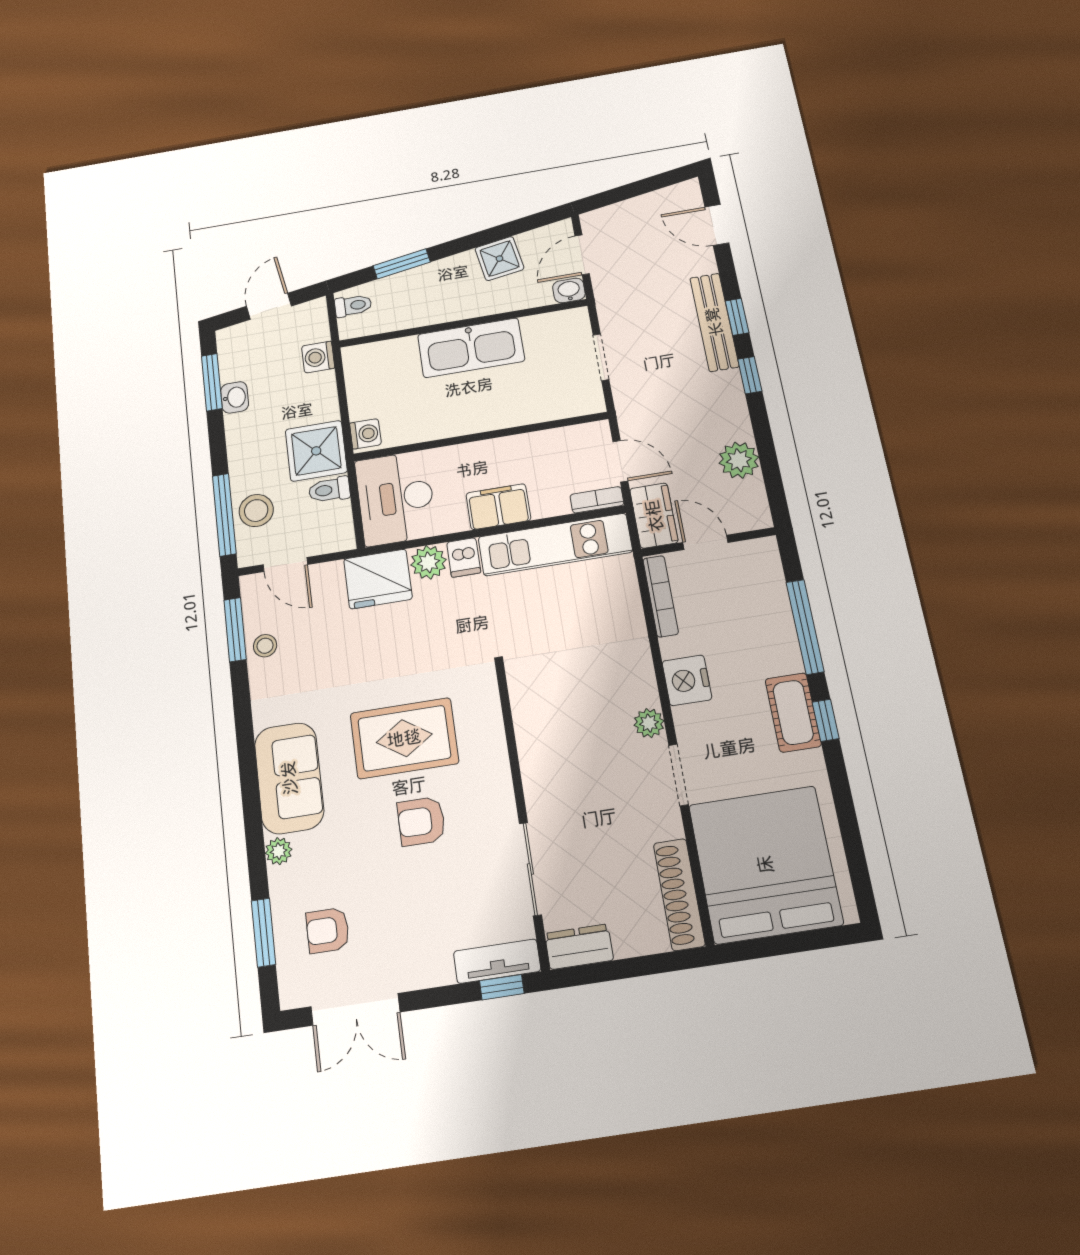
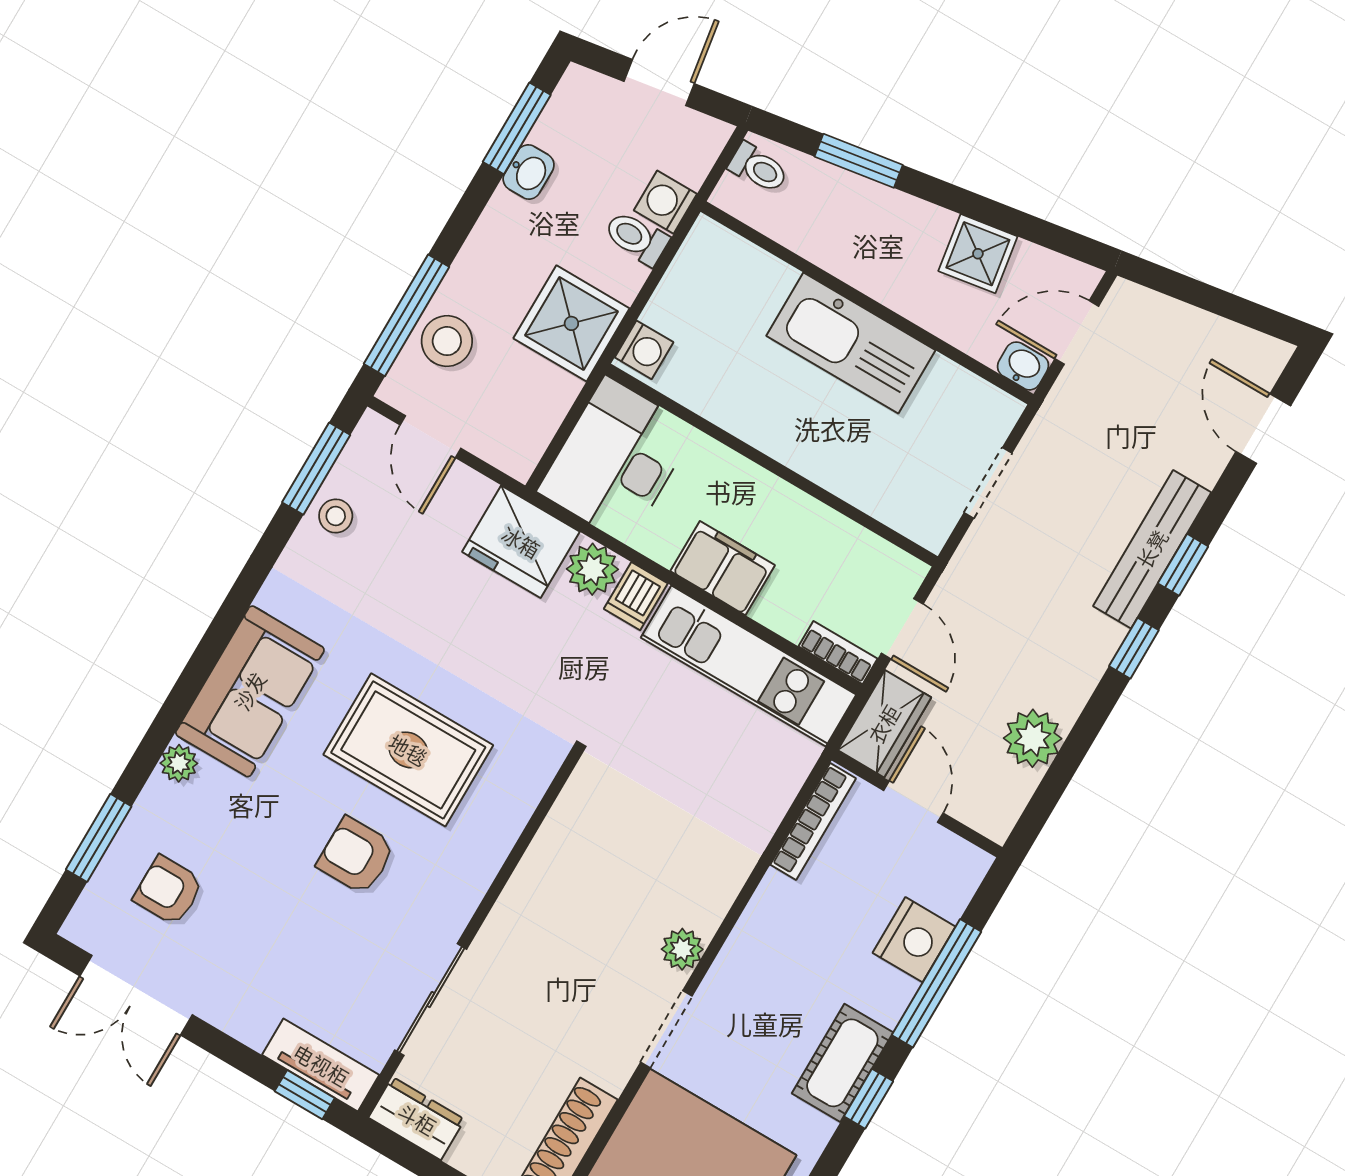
toilet: (329, 490) -> (636, 238), moved
nightstand: (687, 680) -> (914, 940), moved, turned 180

